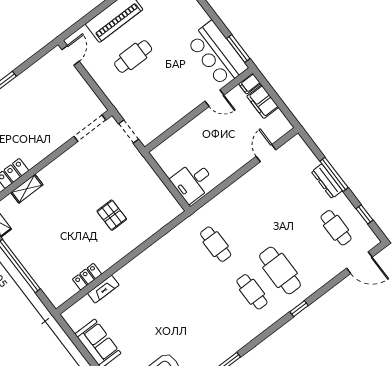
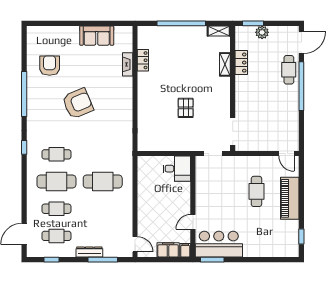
door: (266, 153) -> (135, 244), moved
window: (334, 174) -> (103, 260), moved
desk: (193, 181) -> (177, 169), moved, turned 90
pallet: (112, 215) -> (186, 108), moved, turned 90
cafe table: (216, 244) -> (103, 182), moved, width x1.37, depth x1.35
cafe table: (308, 249) -> (56, 209), added
window: (299, 309) -> (24, 147), moved
armchair: (183, 310) -> (78, 103), added

